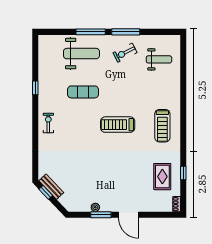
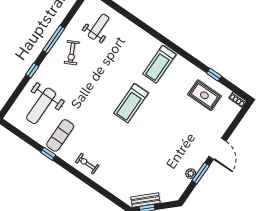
window: (91, 32) -> (32, 70), width x0.46
weight bench: (81, 54) -> (41, 106), moved, turned 180
exercise mat: (83, 92) -> (60, 135), moved
treadmill: (162, 126) -> (159, 64), turned 90
door: (129, 215) -> (218, 149), hinge flipped

